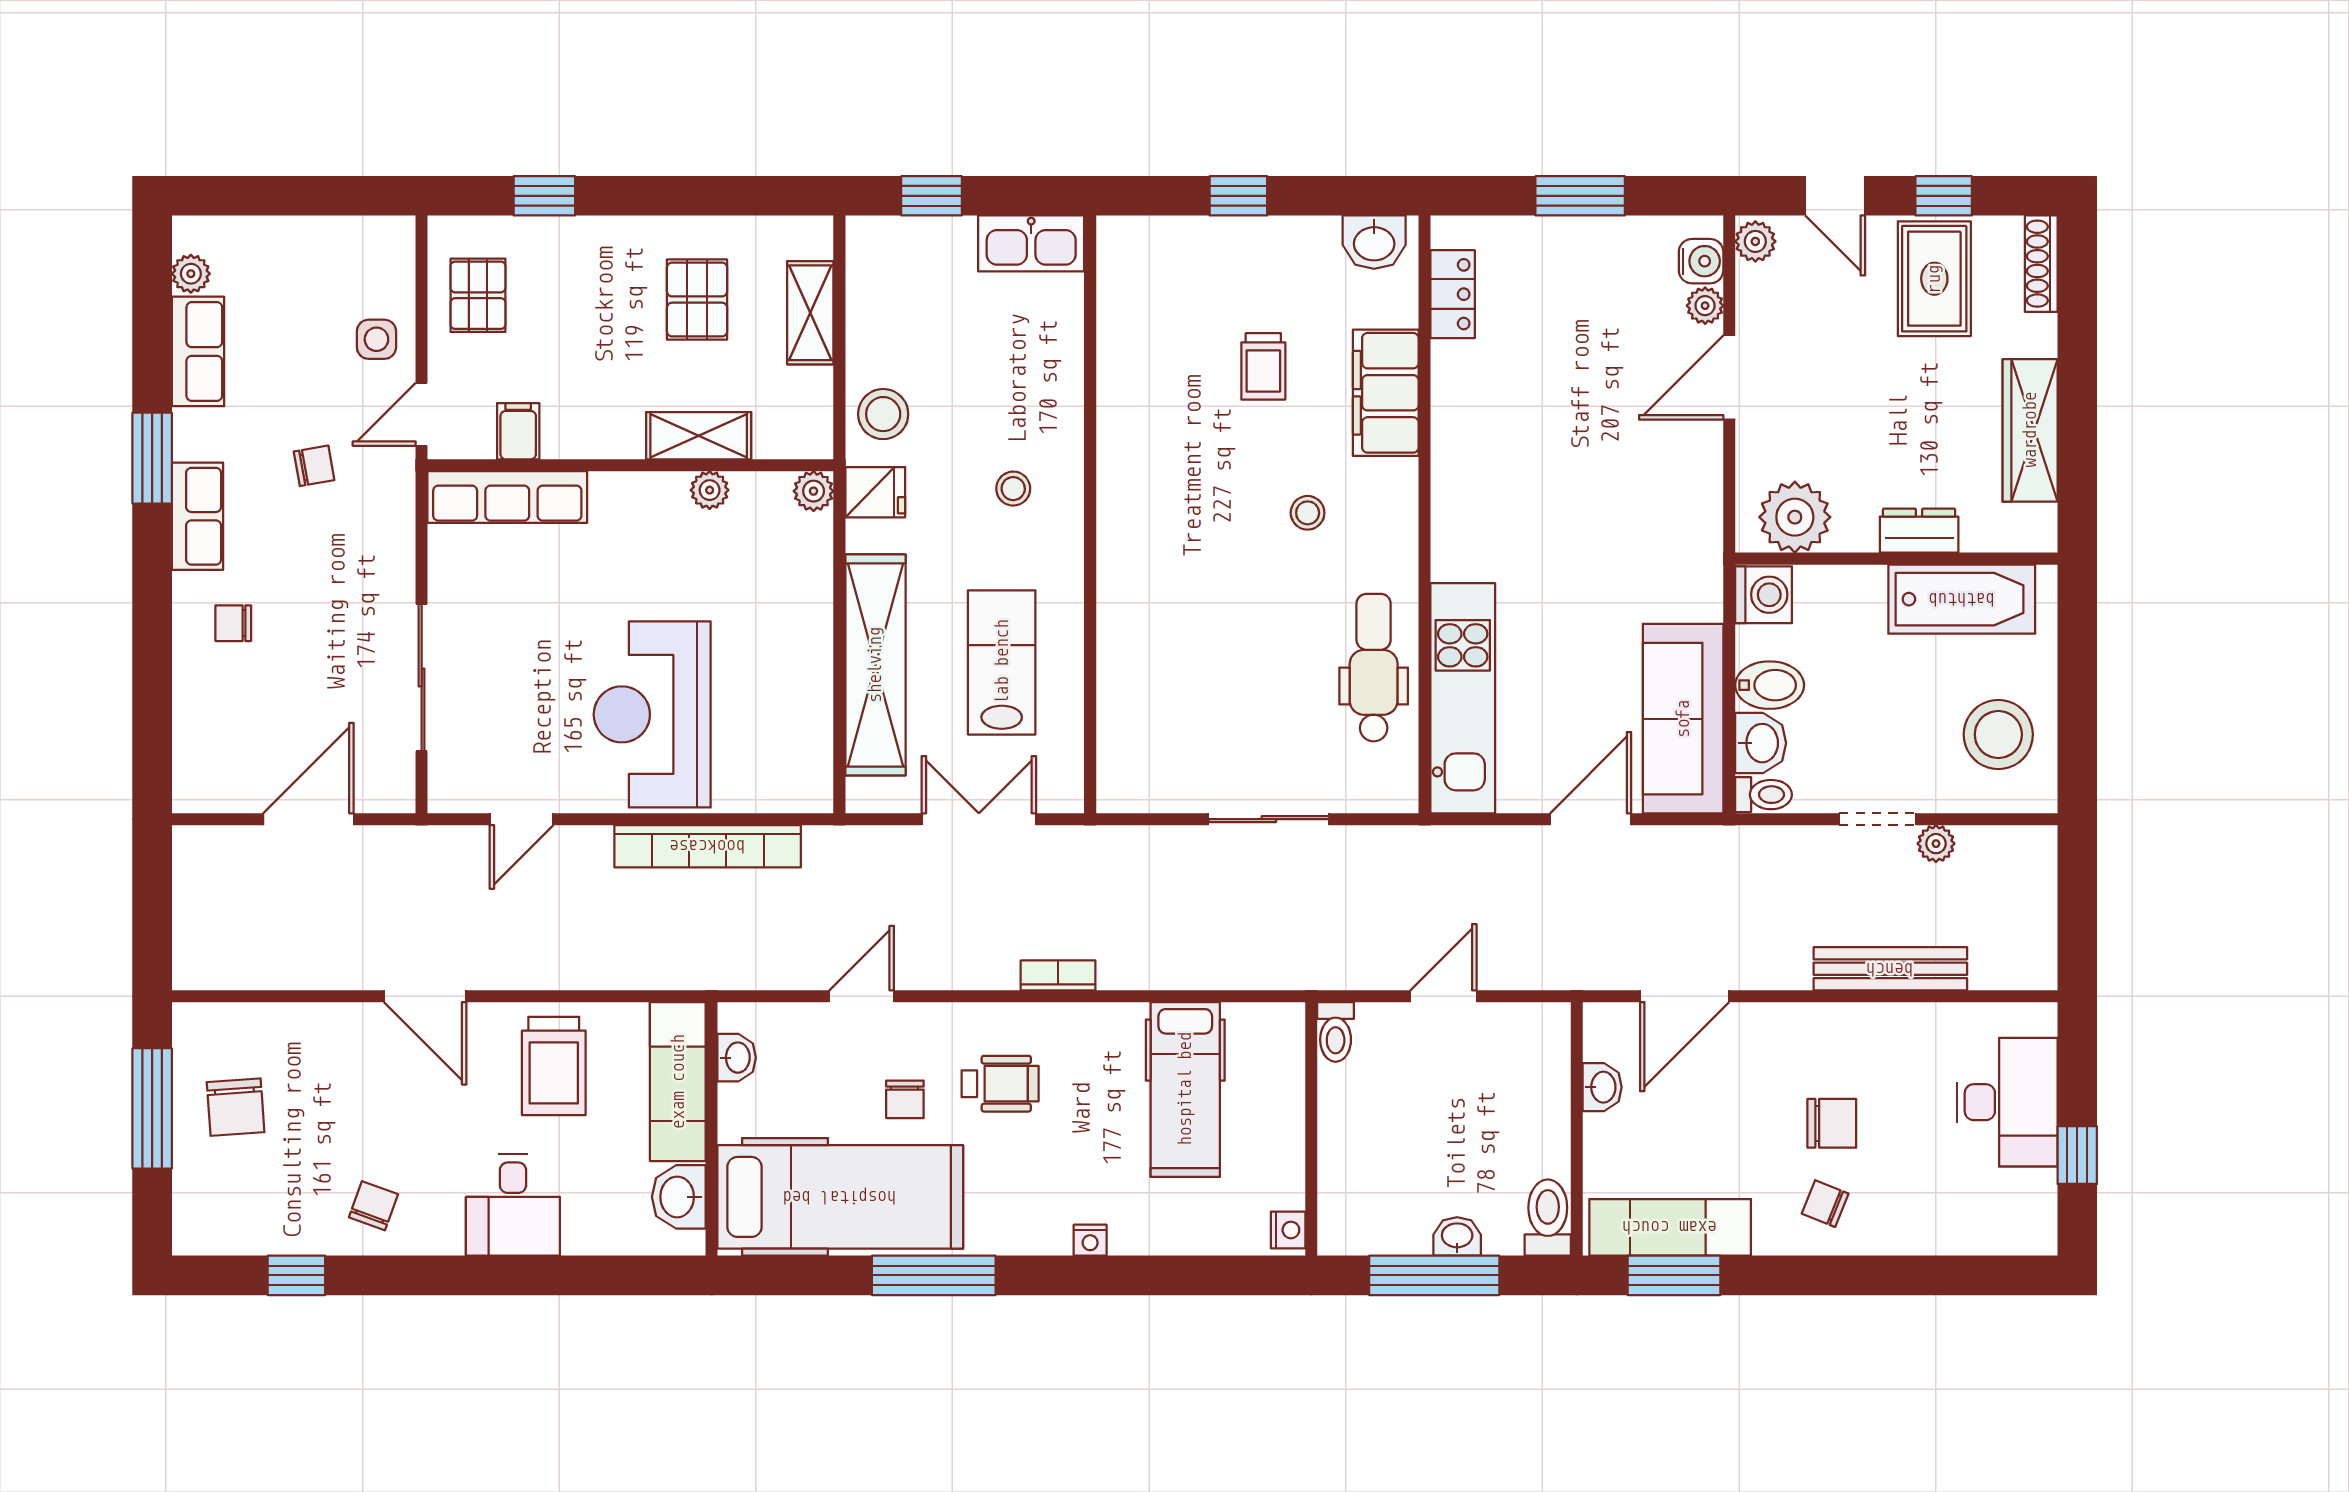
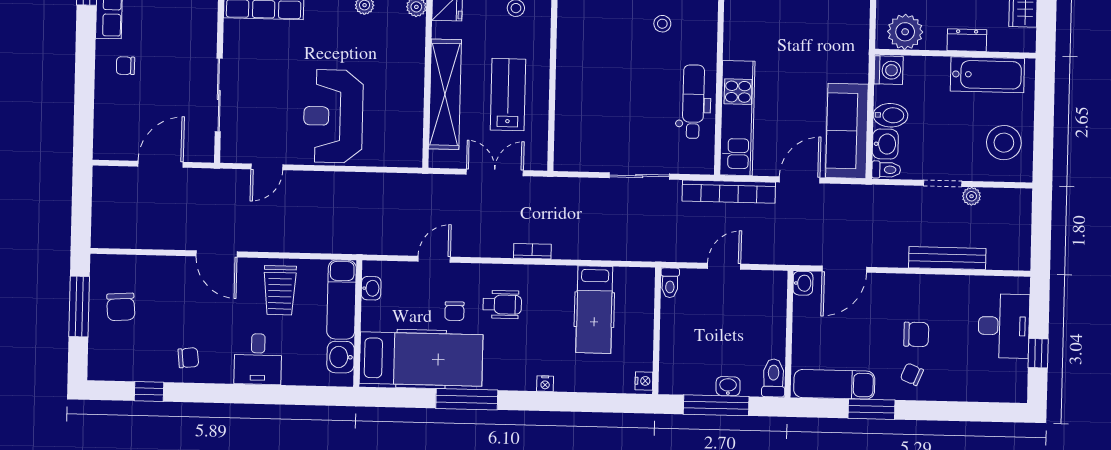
bookcase: (708, 846) -> (729, 192), moved
washbasin: (1602, 1087) -> (803, 283), moved
chair: (373, 1206) -> (188, 358), turned 64
window: (1674, 1275) -> (872, 409), moved

